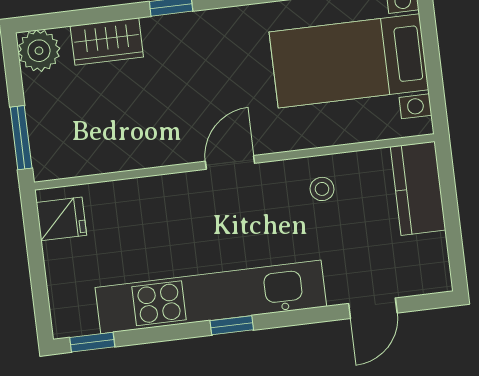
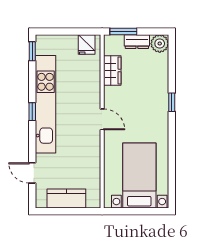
wardrobe: (107, 41) -> (112, 70), moved, turned 180
dresser: (41, 104) -> (137, 42), added
kitchen counter: (418, 188) -> (66, 198), moved
stool: (322, 189) -> (86, 157), removed

